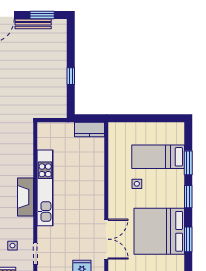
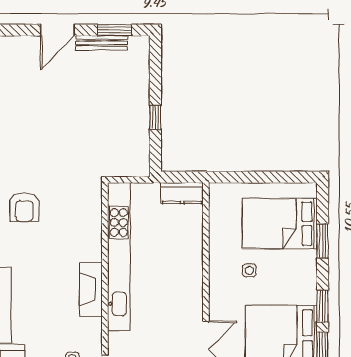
bed: (158, 157) -> (280, 224), width x1.50
kitchen unit: (45, 188) -> (119, 257), width x1.36
window: (188, 197) -> (323, 306), moved

